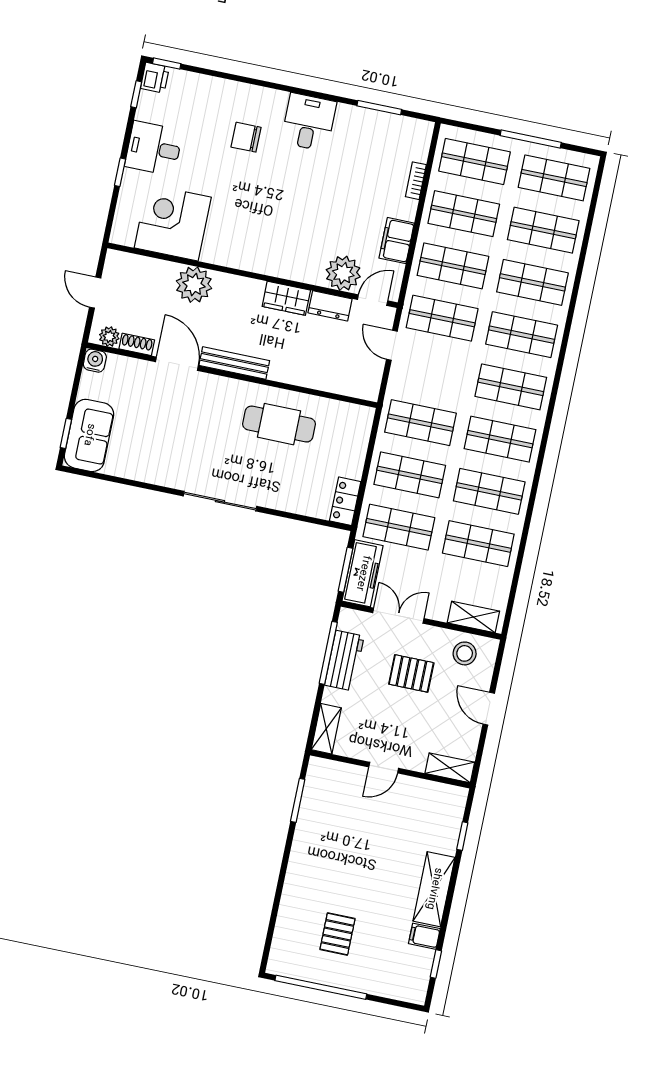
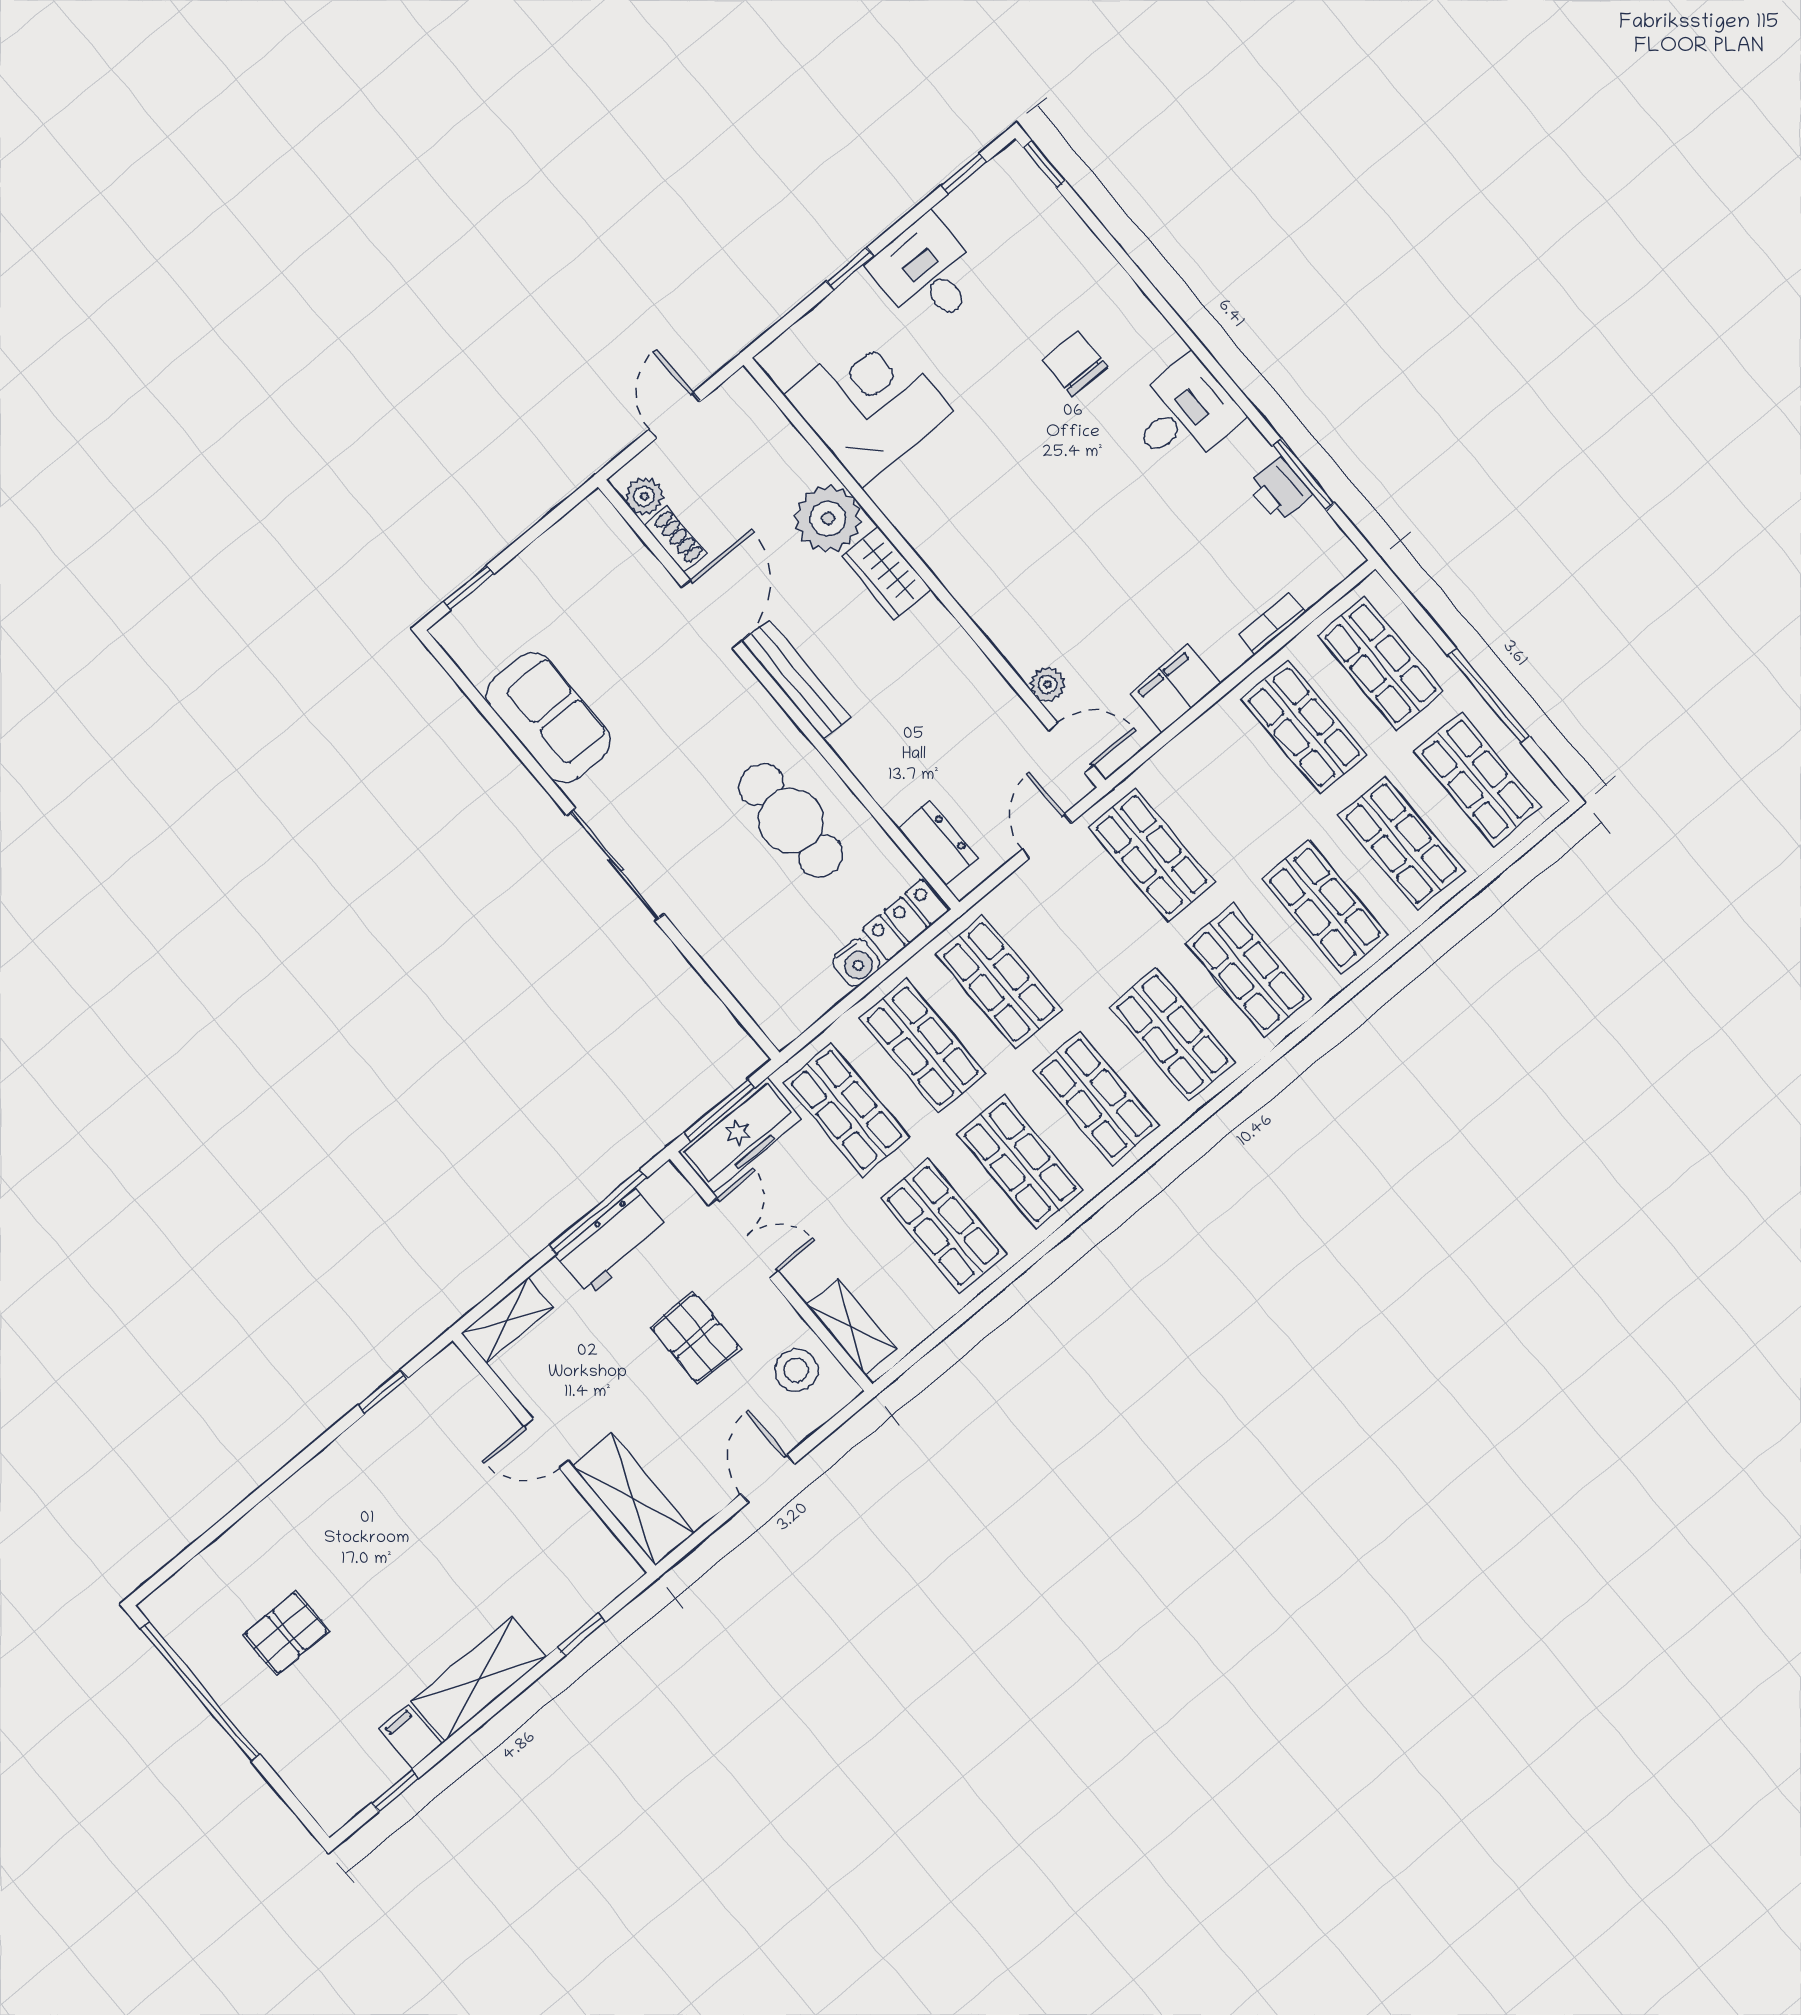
printer: (155, 78) -> (1280, 490), moved, turned 90
shop shelf: (453, 266) -> (1228, 791), removed
plant: (343, 273) -> (1048, 684), width x0.53, depth x0.53
wardrobe: (286, 298) -> (886, 572), moved
dresser: (330, 306) -> (937, 843), moved, turned 180
water cooler: (95, 361) -> (856, 963), moved, turned 90
sofa: (89, 435) -> (548, 718), moved, turned -90
locker: (345, 501) -> (906, 920), moved
shelving: (450, 768) -> (634, 1499), width x1.50, depth x1.33
window: (298, 800) -> (383, 1392), width x0.67

